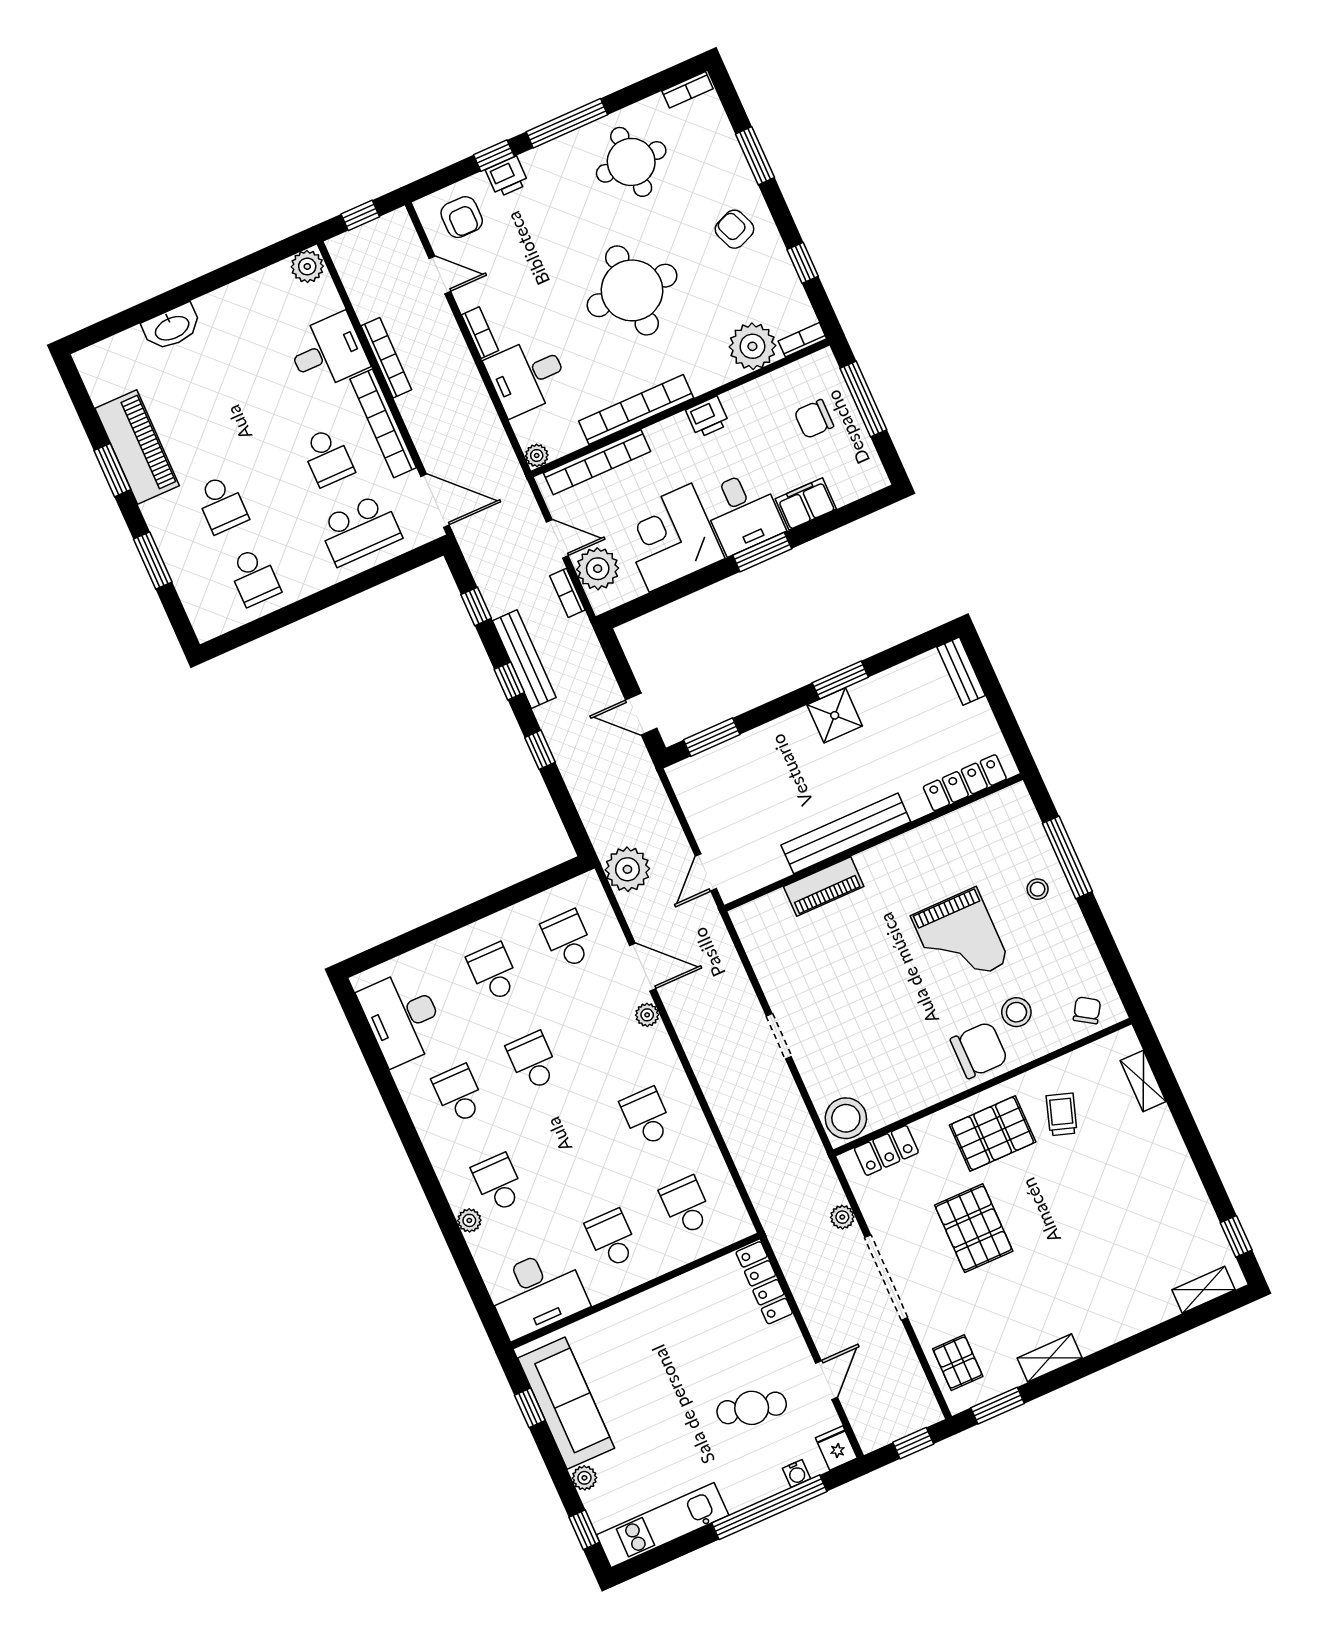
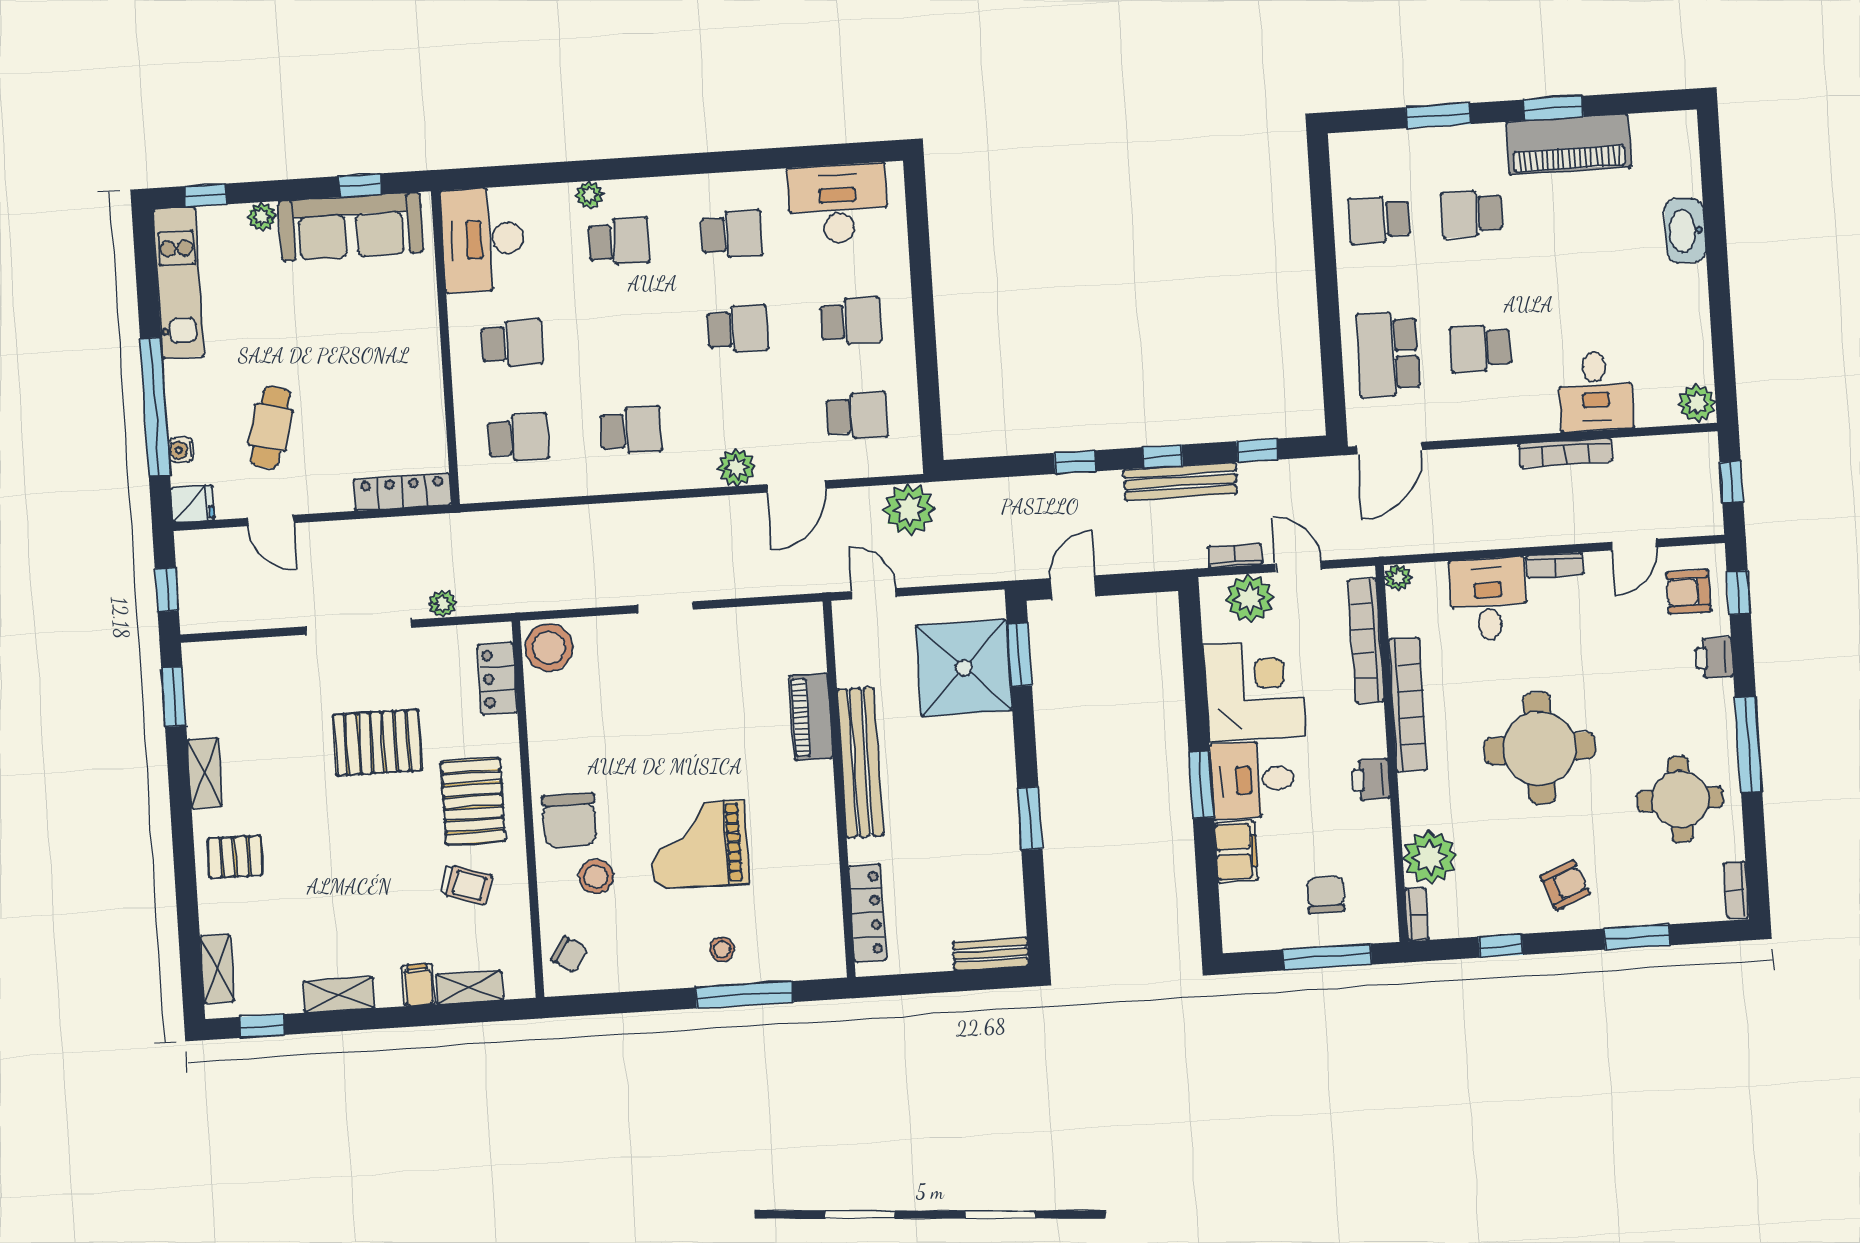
window: (494, 156) -> (1739, 593), moved
bookcase: (383, 423) -> (1495, 423), removed
door: (557, 539) -> (1298, 566), swing flipped
shower: (835, 715) -> (964, 668), moved, width x1.86, depth x1.86
plant: (647, 1015) -> (737, 467), width x1.38, depth x1.38
filing cabinet: (1156, 1123) -> (418, 985), added
shelving: (1188, 1184) -> (339, 995), added
pallet: (958, 1363) -> (235, 857), moved

